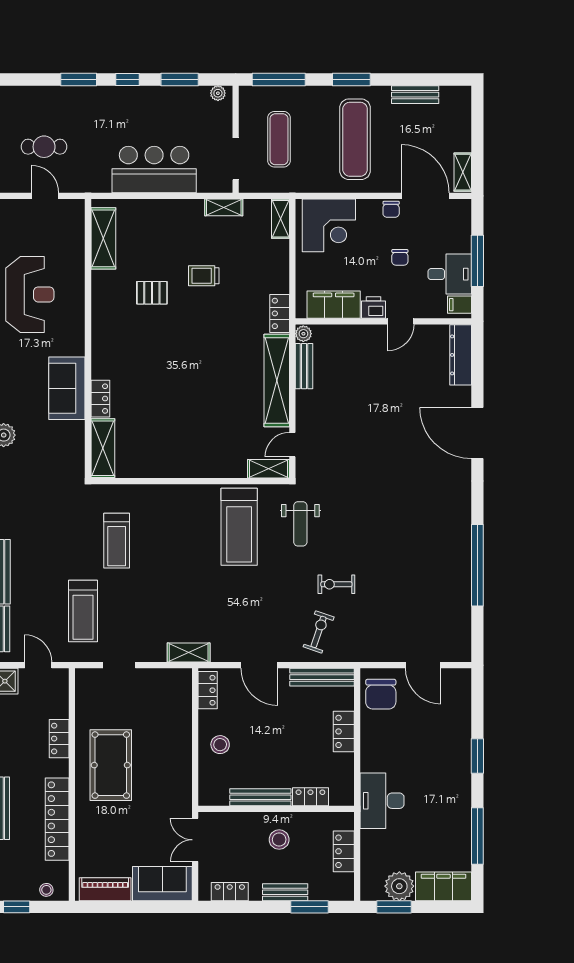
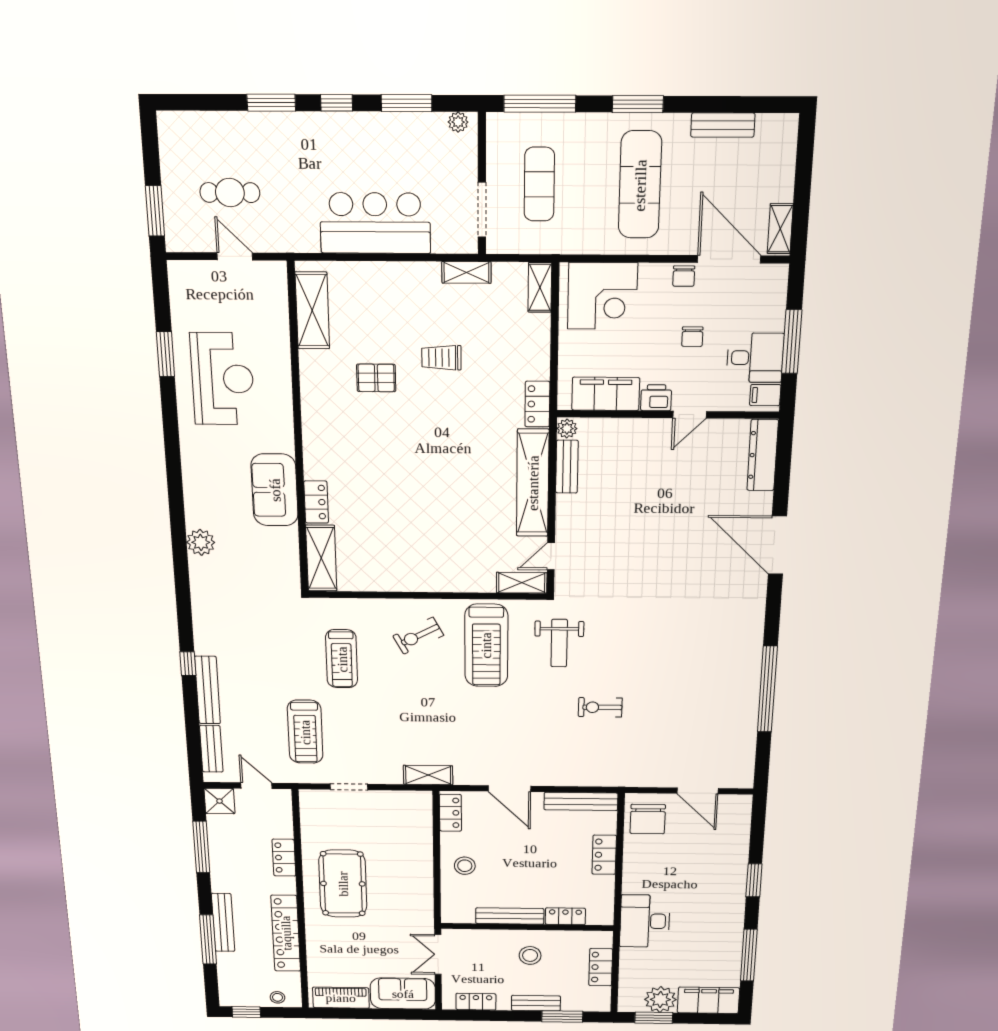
exercise bike: (319, 632) -> (418, 636), moved, turned -137

